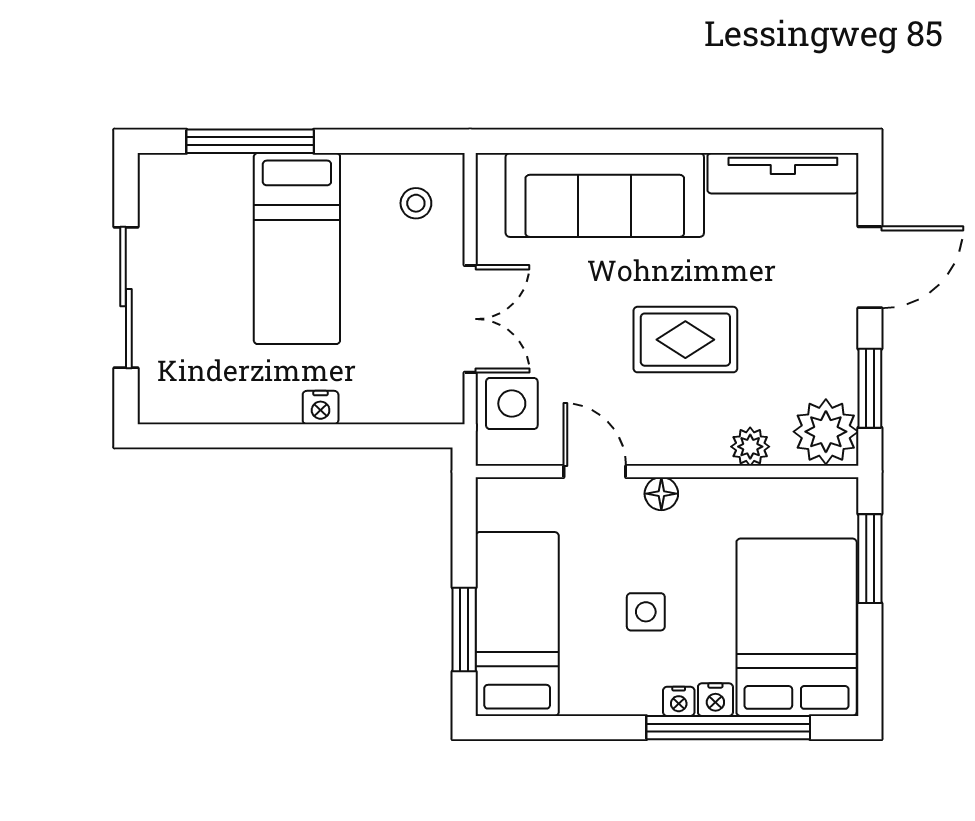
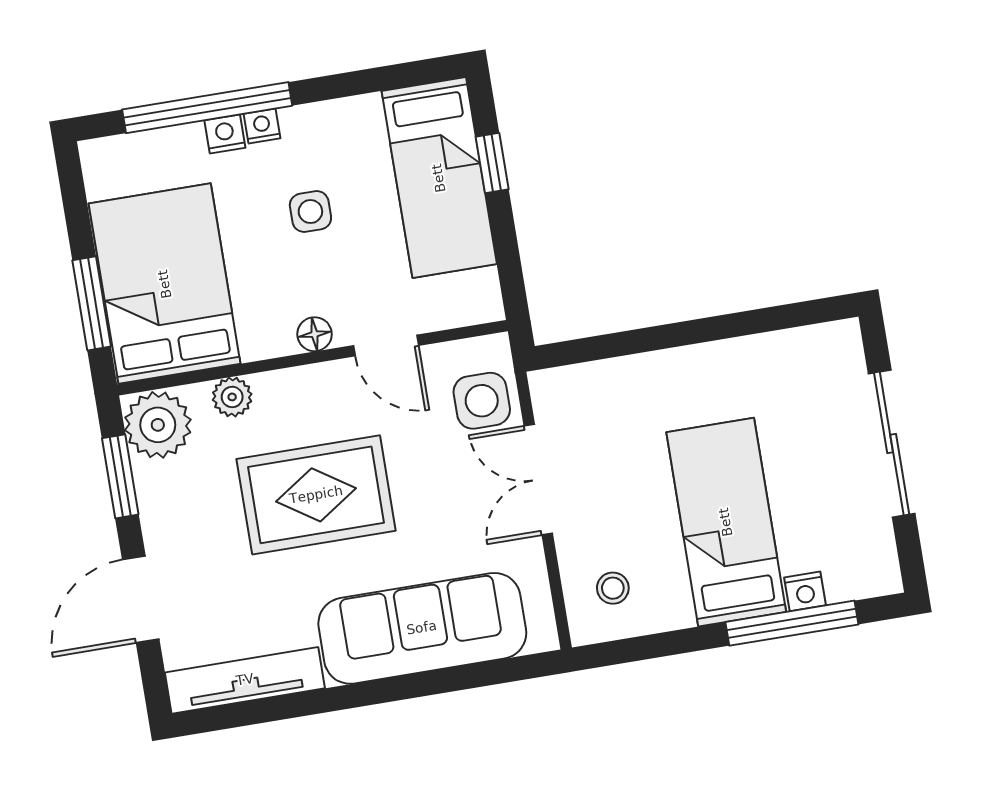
rug: (685, 340) -> (316, 495), width x1.36, depth x1.43
nightstand: (321, 408) -> (805, 591), moved, turned 180
bed: (797, 627) -> (165, 284), moved, turned 180
window: (464, 629) -> (492, 163), width x0.67

